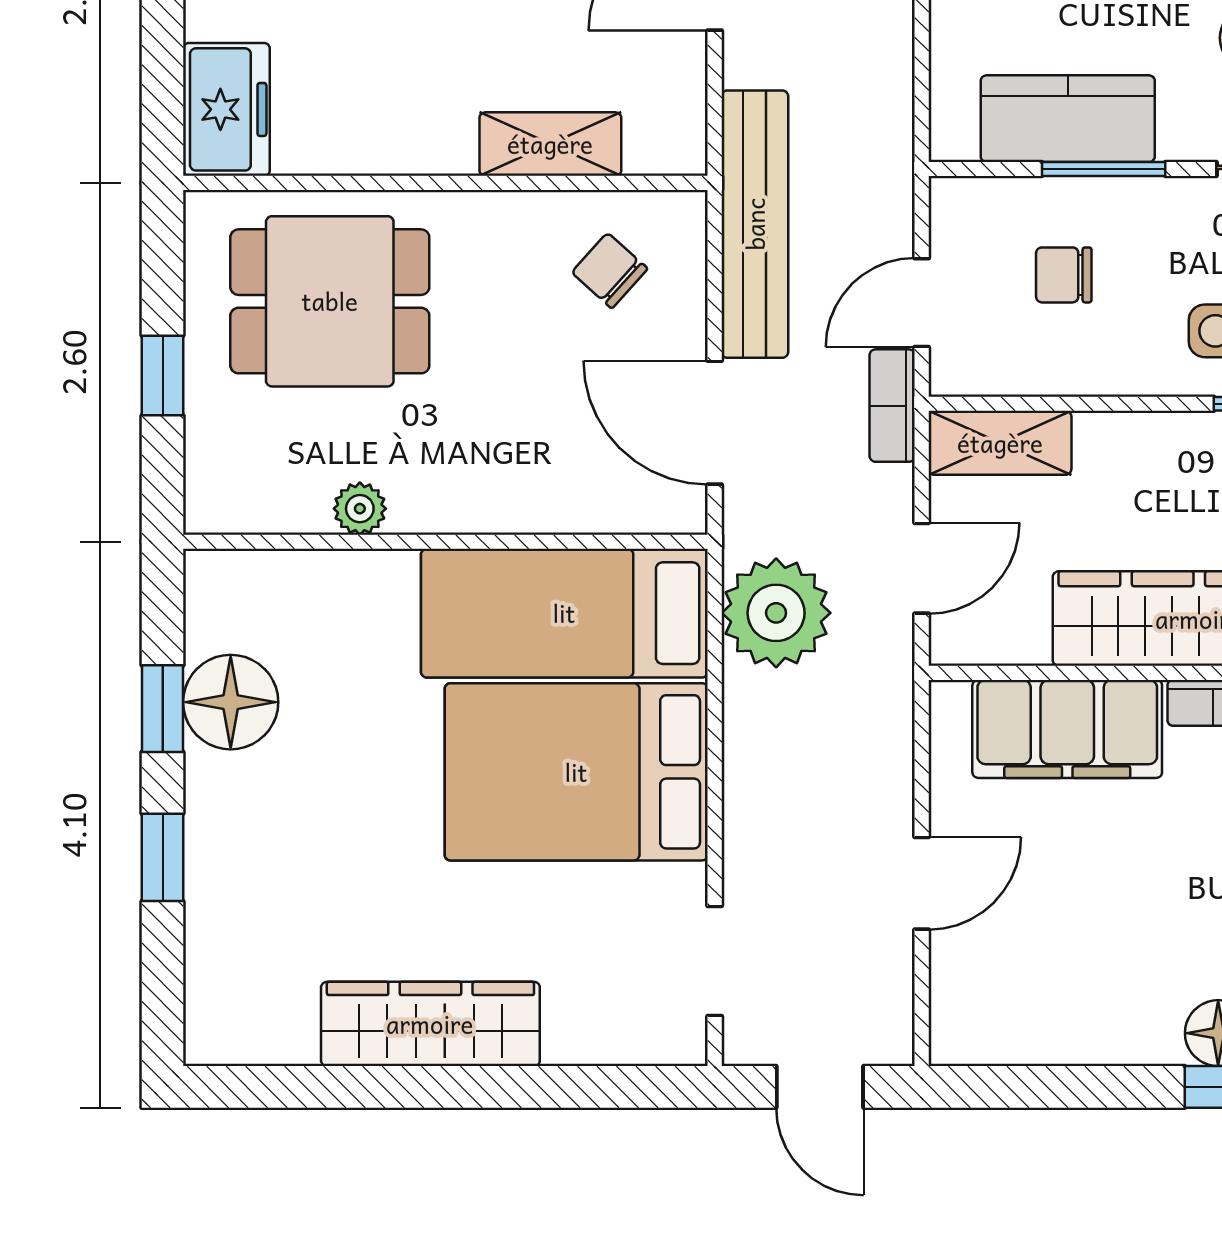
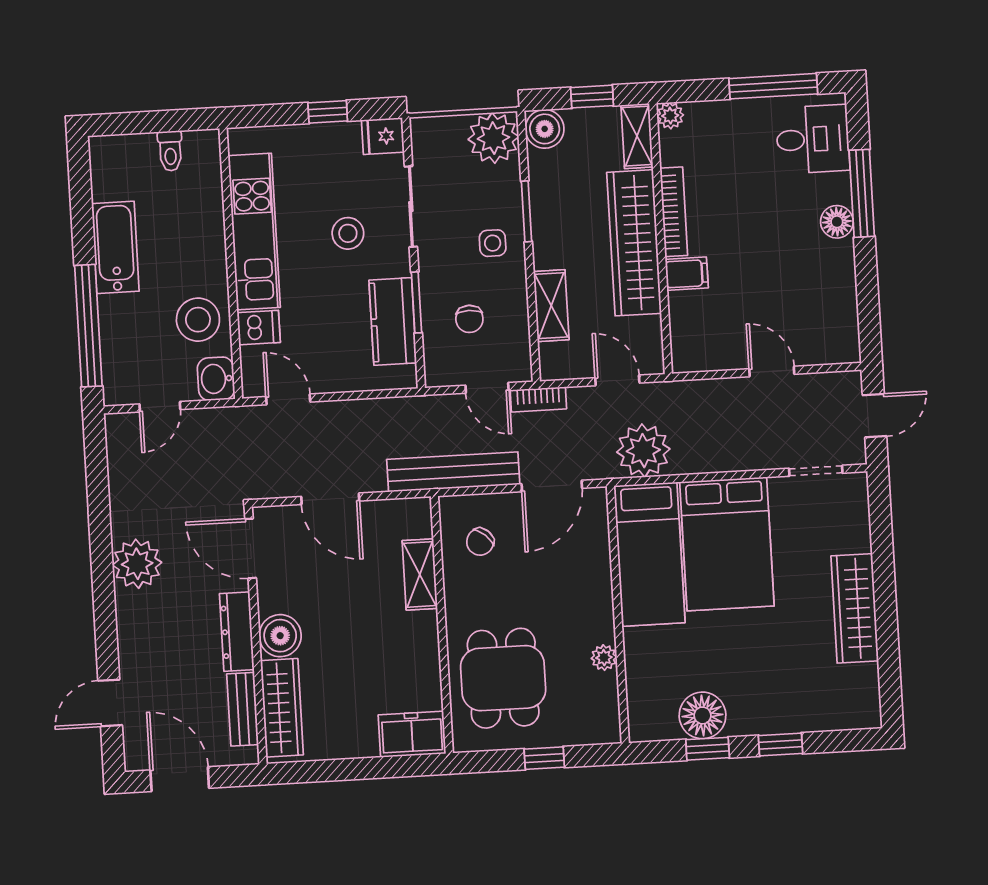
shelving: (1000, 443) -> (551, 306), moved
filing cabinet: (1067, 729) -> (687, 274), width x0.33, depth x0.86

